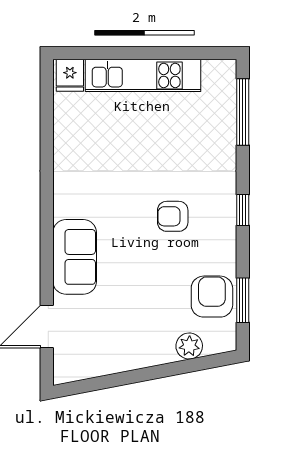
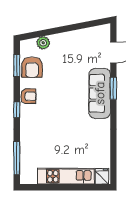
armchair: (173, 216) -> (28, 96), moved
window: (47, 254) -> (113, 88), added
sofa: (75, 257) -> (100, 93), width x1.36

